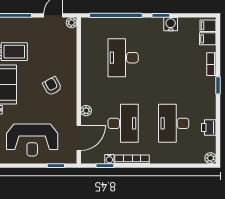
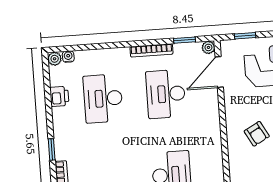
plant: (86, 111) -> (208, 47), moved
desk: (174, 123) -> (103, 98), turned 180
water cooler: (109, 159) -> (68, 57), moved

